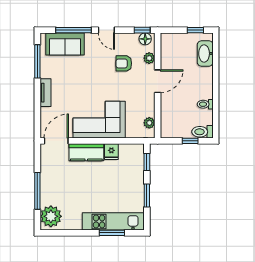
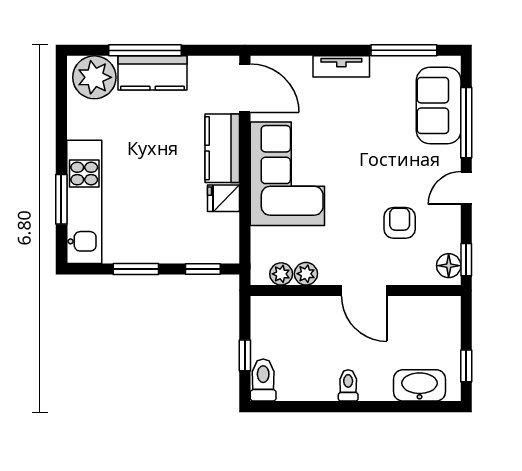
plant: (149, 58) -> (306, 274), moved
toilet: (205, 104) -> (348, 385), moved
kitchen counter: (49, 187) -> (153, 73), added

